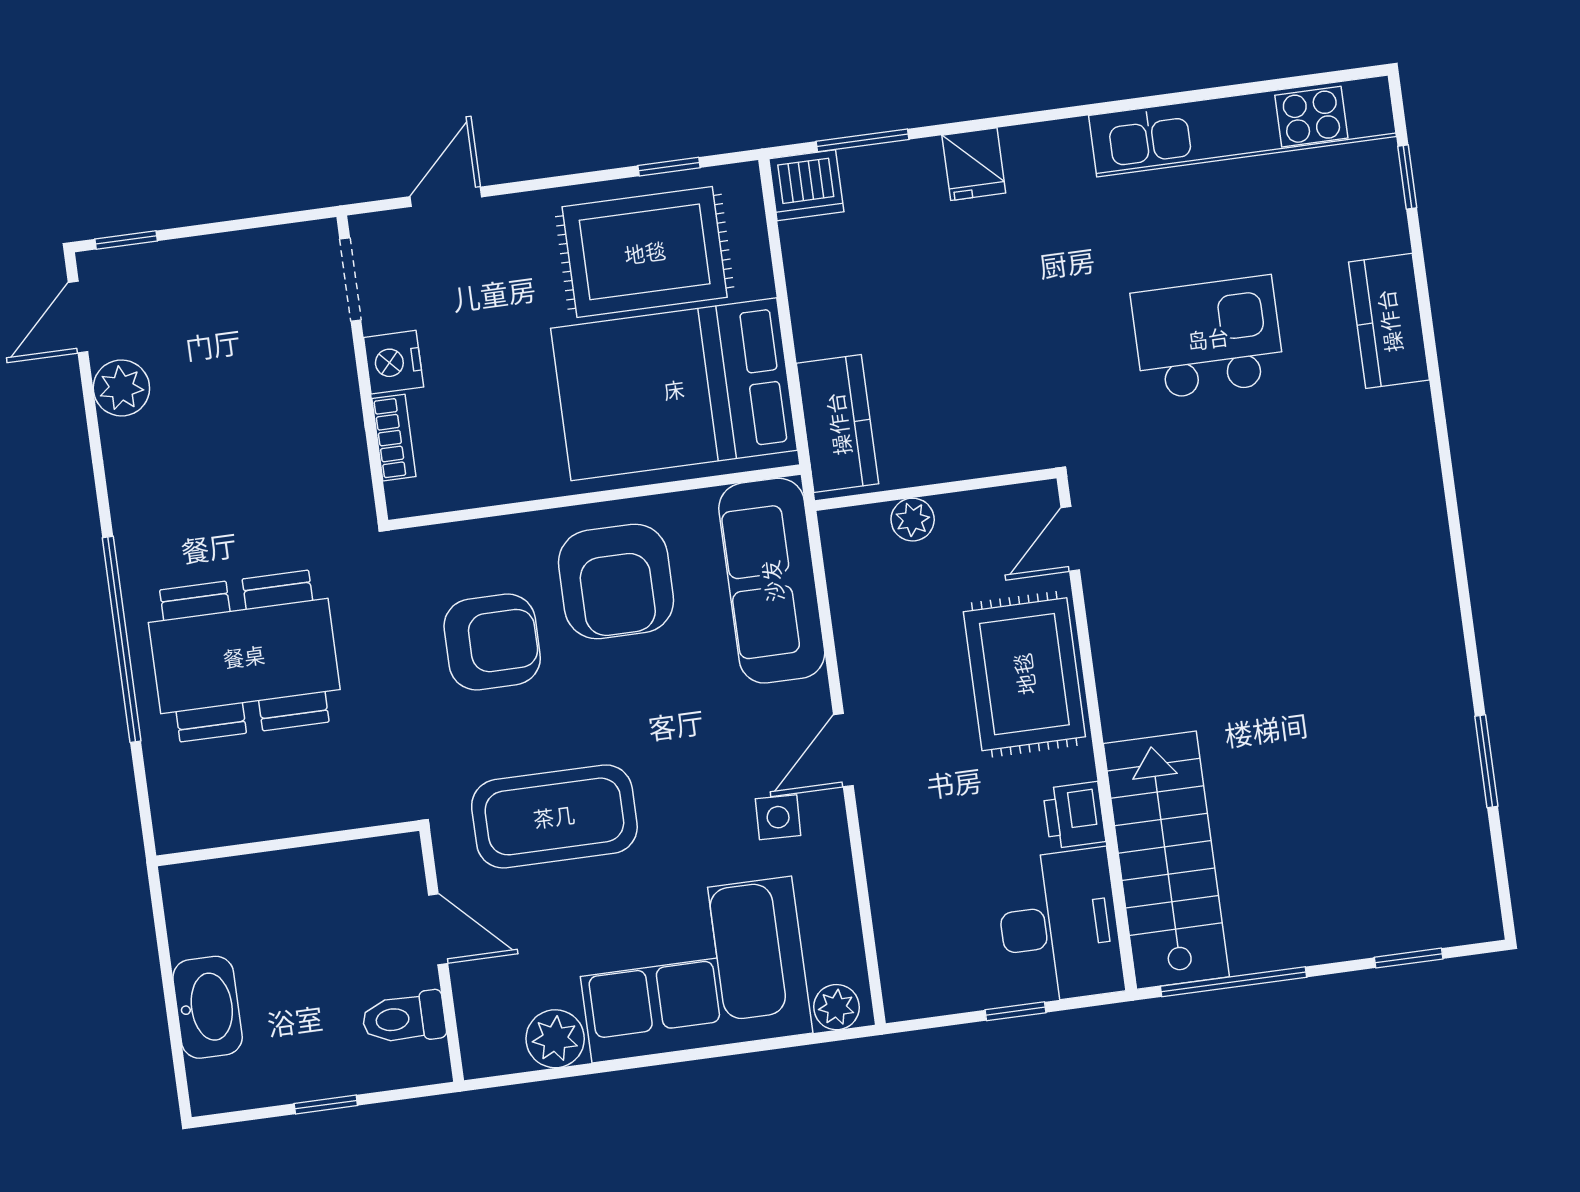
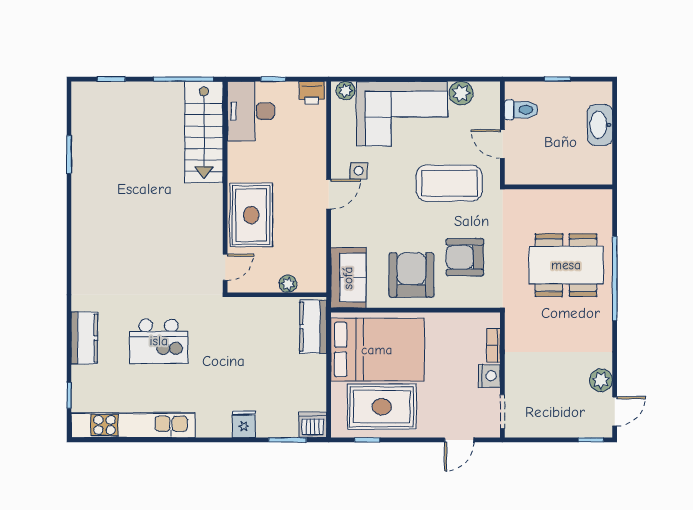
sofa: (772, 581) -> (348, 278), width x0.73
printer: (1074, 815) -> (312, 93), moved, turned 90

